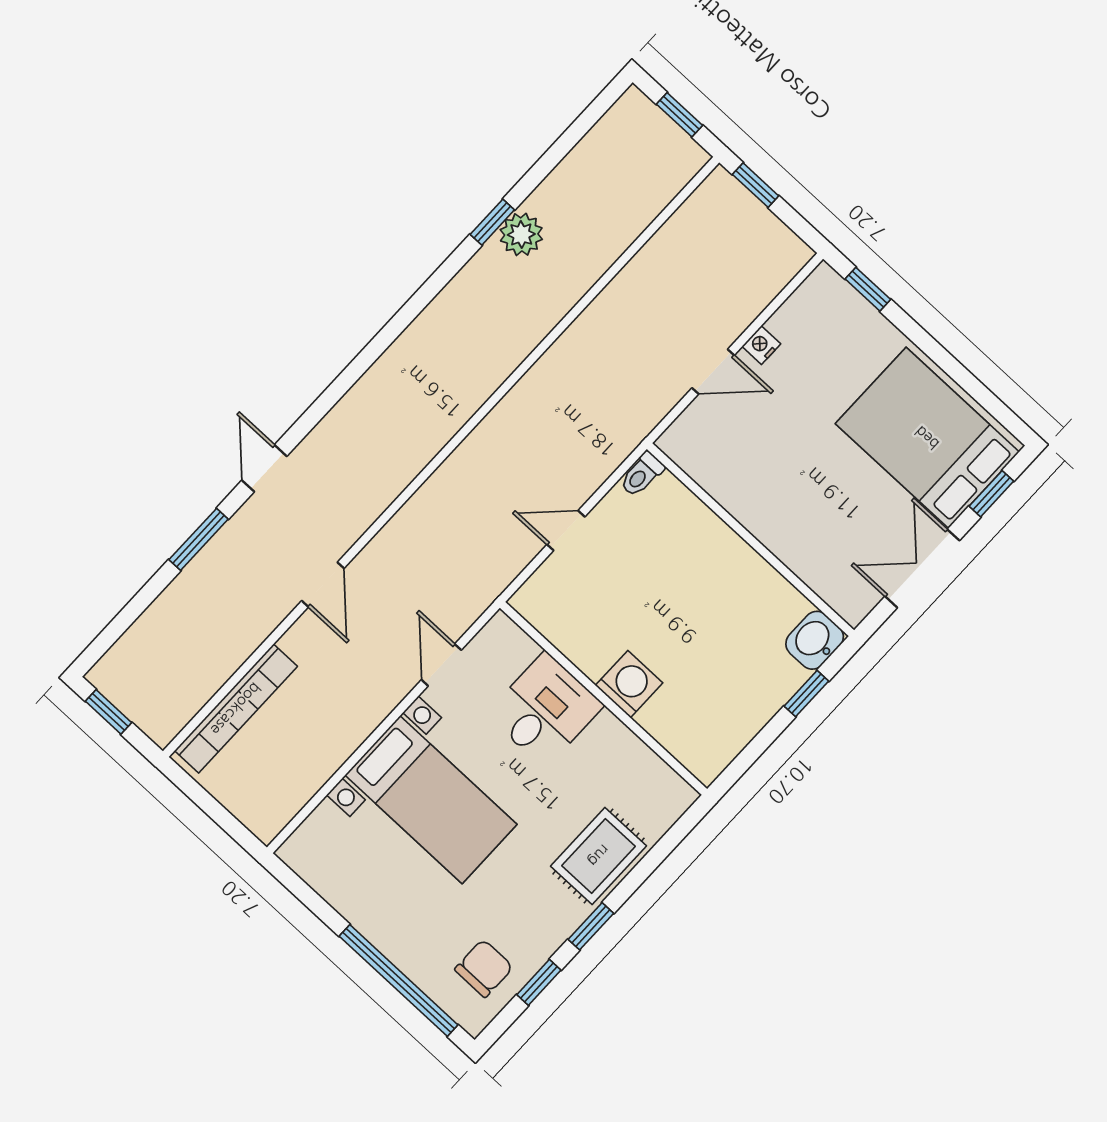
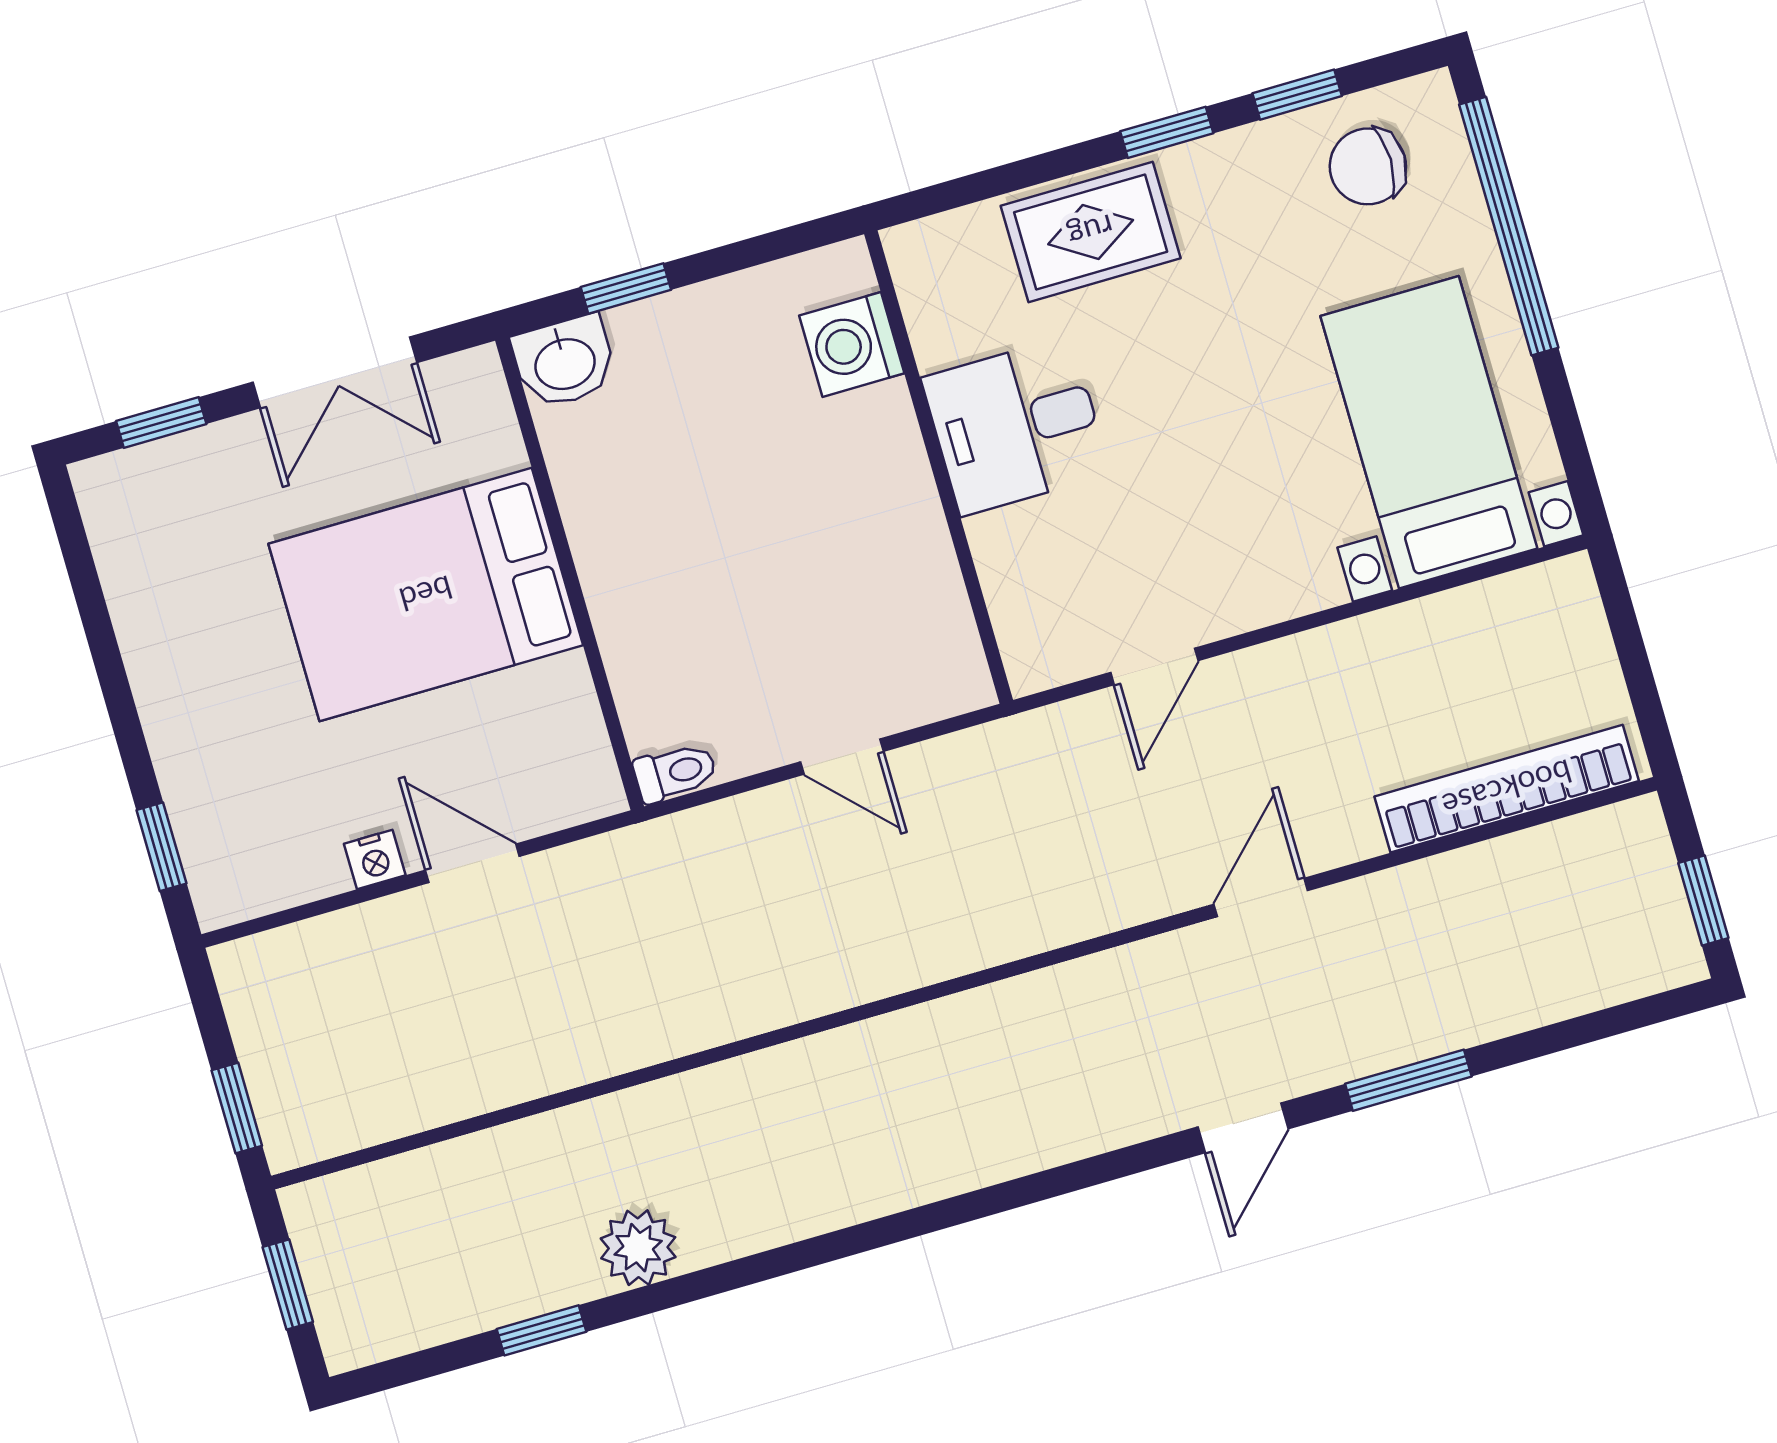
window: (492, 222) -> (542, 1330), moved
bed: (927, 438) -> (426, 594), moved, turned 90
washing machine: (629, 684) -> (852, 344), moved
desk: (545, 710) -> (1016, 426), moved
bed with nightstands: (431, 800) -> (1429, 432), moved

